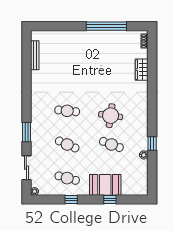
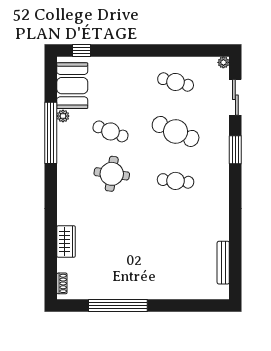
cafe table: (67, 144) -> (176, 131), width x1.37, depth x1.35
window: (152, 144) -> (51, 133), width x3.17
booth: (105, 185) -> (72, 86), moved, turned 90
window: (71, 199) -> (170, 51), removed
window: (110, 199) -> (82, 51), moved

